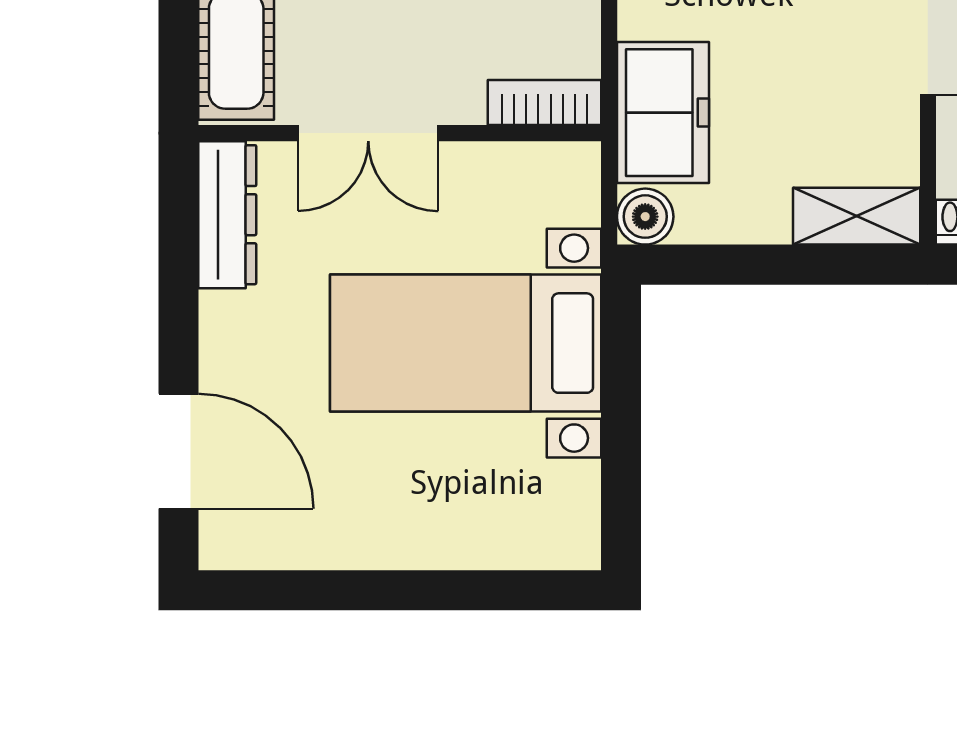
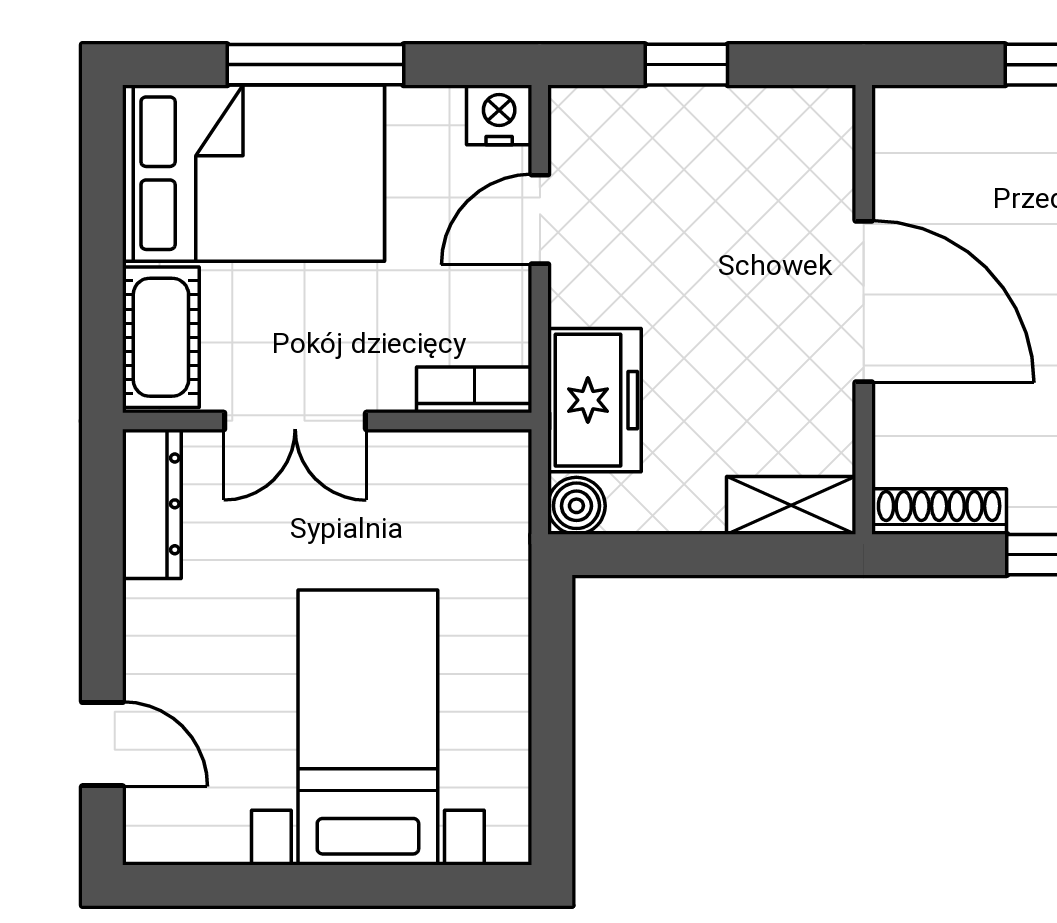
bed with nightstands: (466, 343) -> (368, 727), moved, turned 90
door: (179, 451) -> (102, 744), width x0.73

